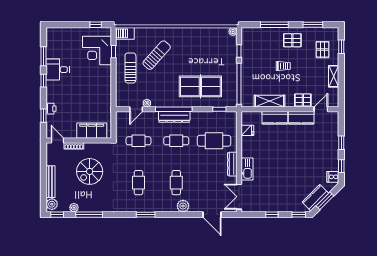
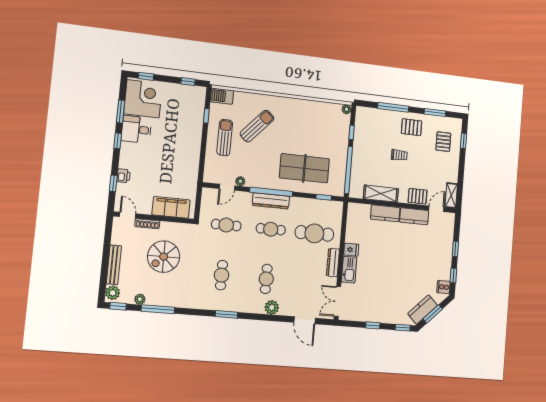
window: (61, 25) -> (146, 76), added
corner desk: (97, 51) -> (143, 99), moved, turned 180
shelving: (334, 76) -> (451, 195), moved
fridge: (247, 130) -> (351, 250), moved

